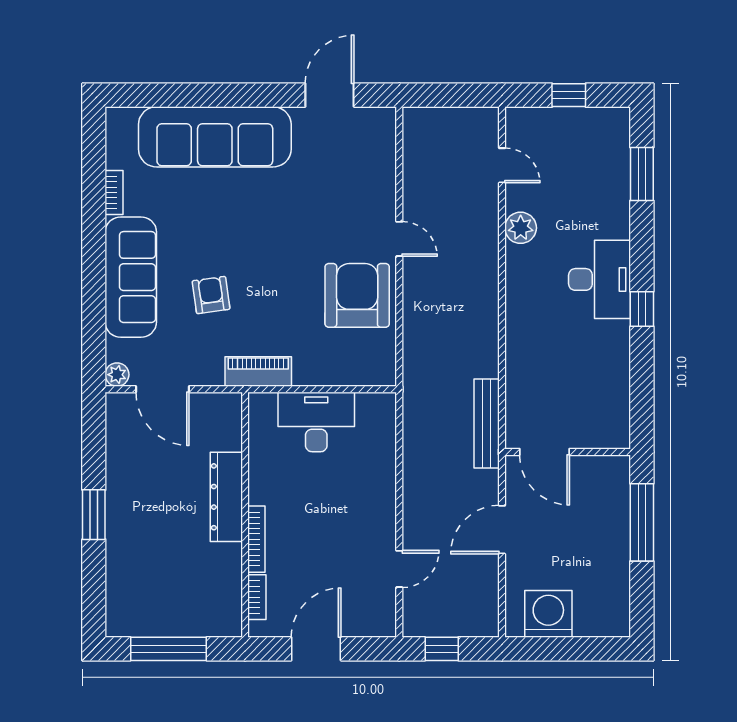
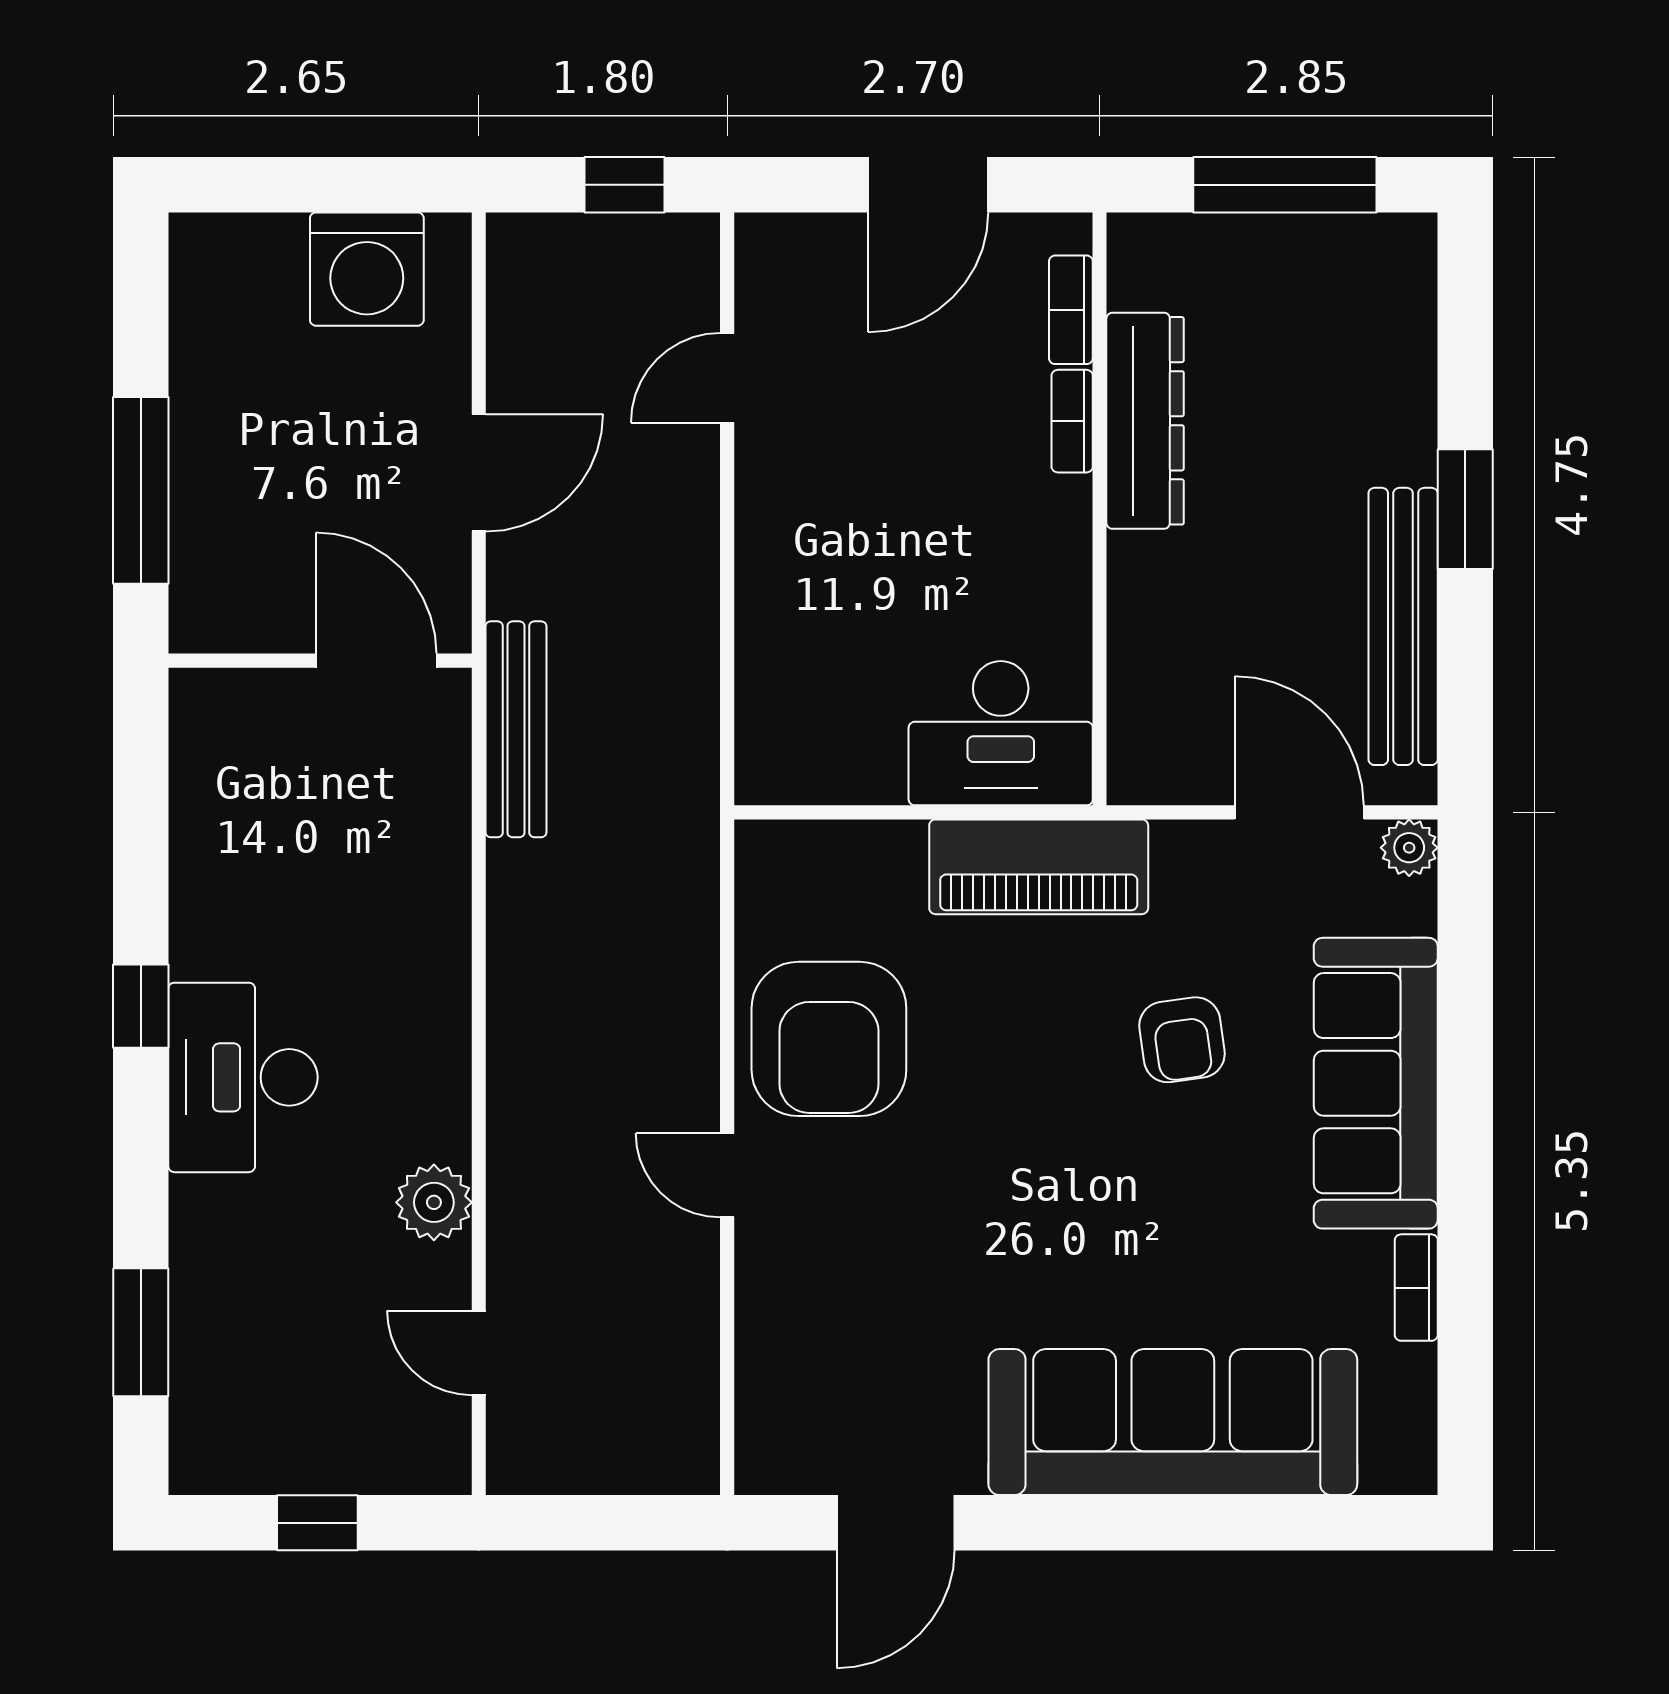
piano: (258, 371) -> (1039, 867), width x1.37, depth x1.33
desk: (316, 422) -> (1001, 733), moved
bench: (120, 466) -> (1403, 626), added
dresser: (226, 497) -> (1145, 421), moved
bookcase: (256, 539) -> (1072, 421), width x0.64

